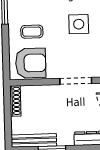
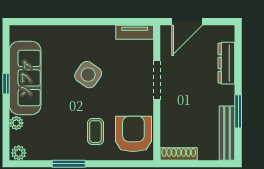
side table: (79, 24) -> (88, 75), turned 35

